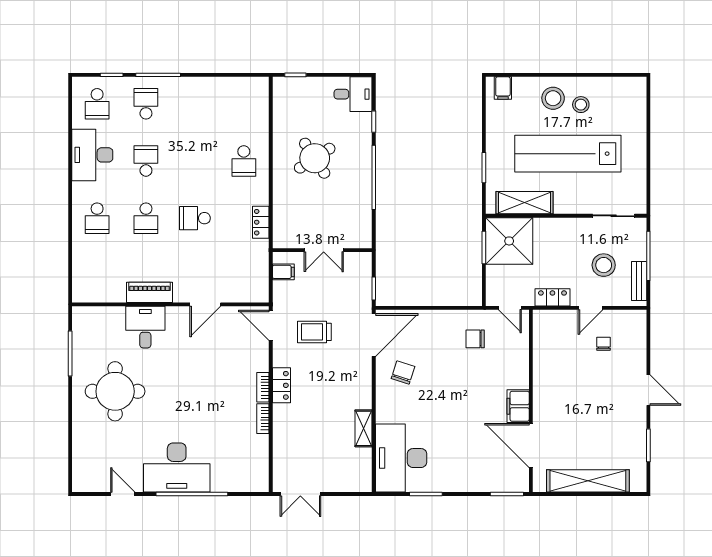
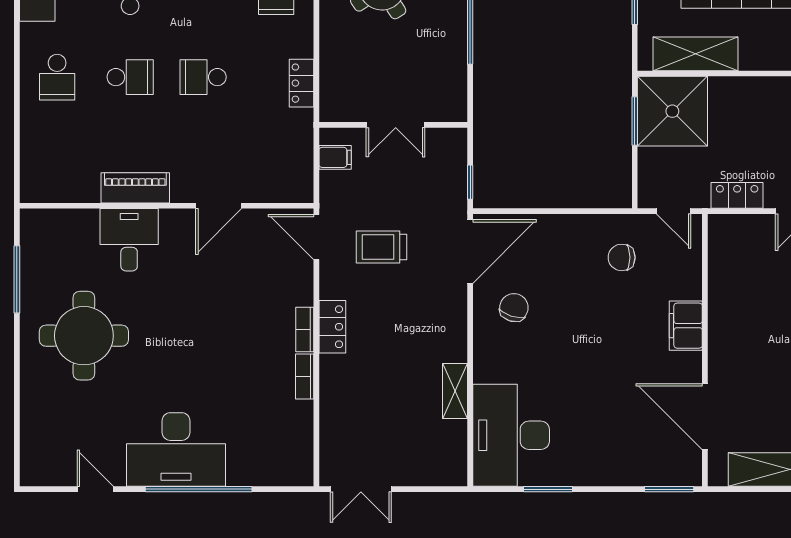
school desk: (146, 218) -> (130, 77), turned -90
filing cabinet: (518, 406) -> (686, 326), moved

